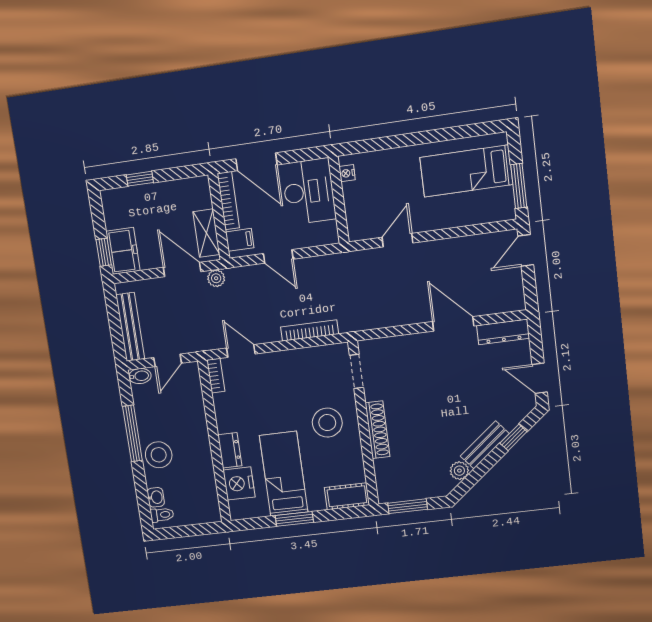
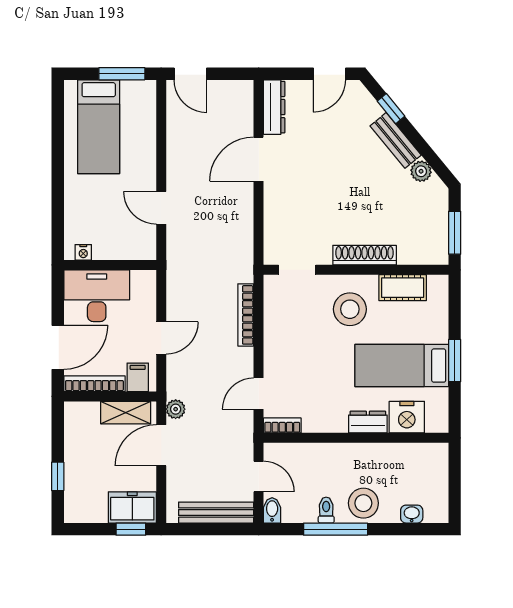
cot: (347, 496) -> (403, 288), moved, turned 90
toilet: (162, 515) -> (326, 510), moved

